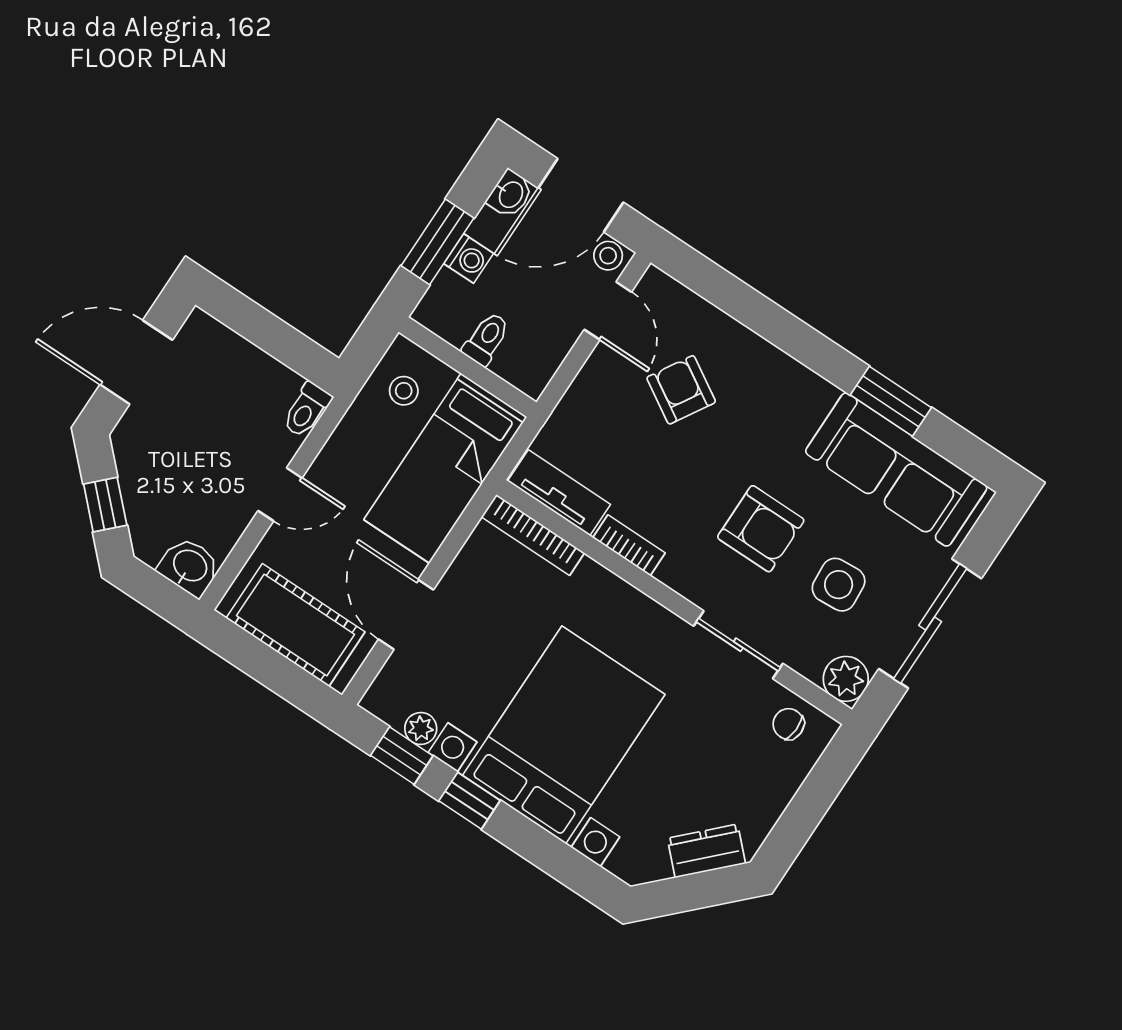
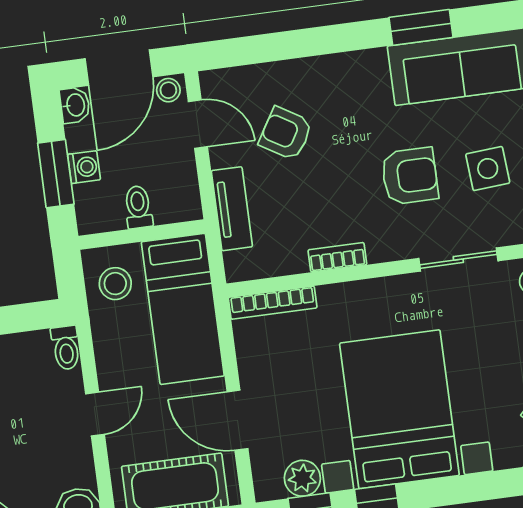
stool: (404, 391) -> (115, 284), width x1.37, depth x1.37
tv unit: (559, 493) -> (232, 209), moved, turned 90
plant: (421, 728) -> (302, 478), width x1.38, depth x1.38

